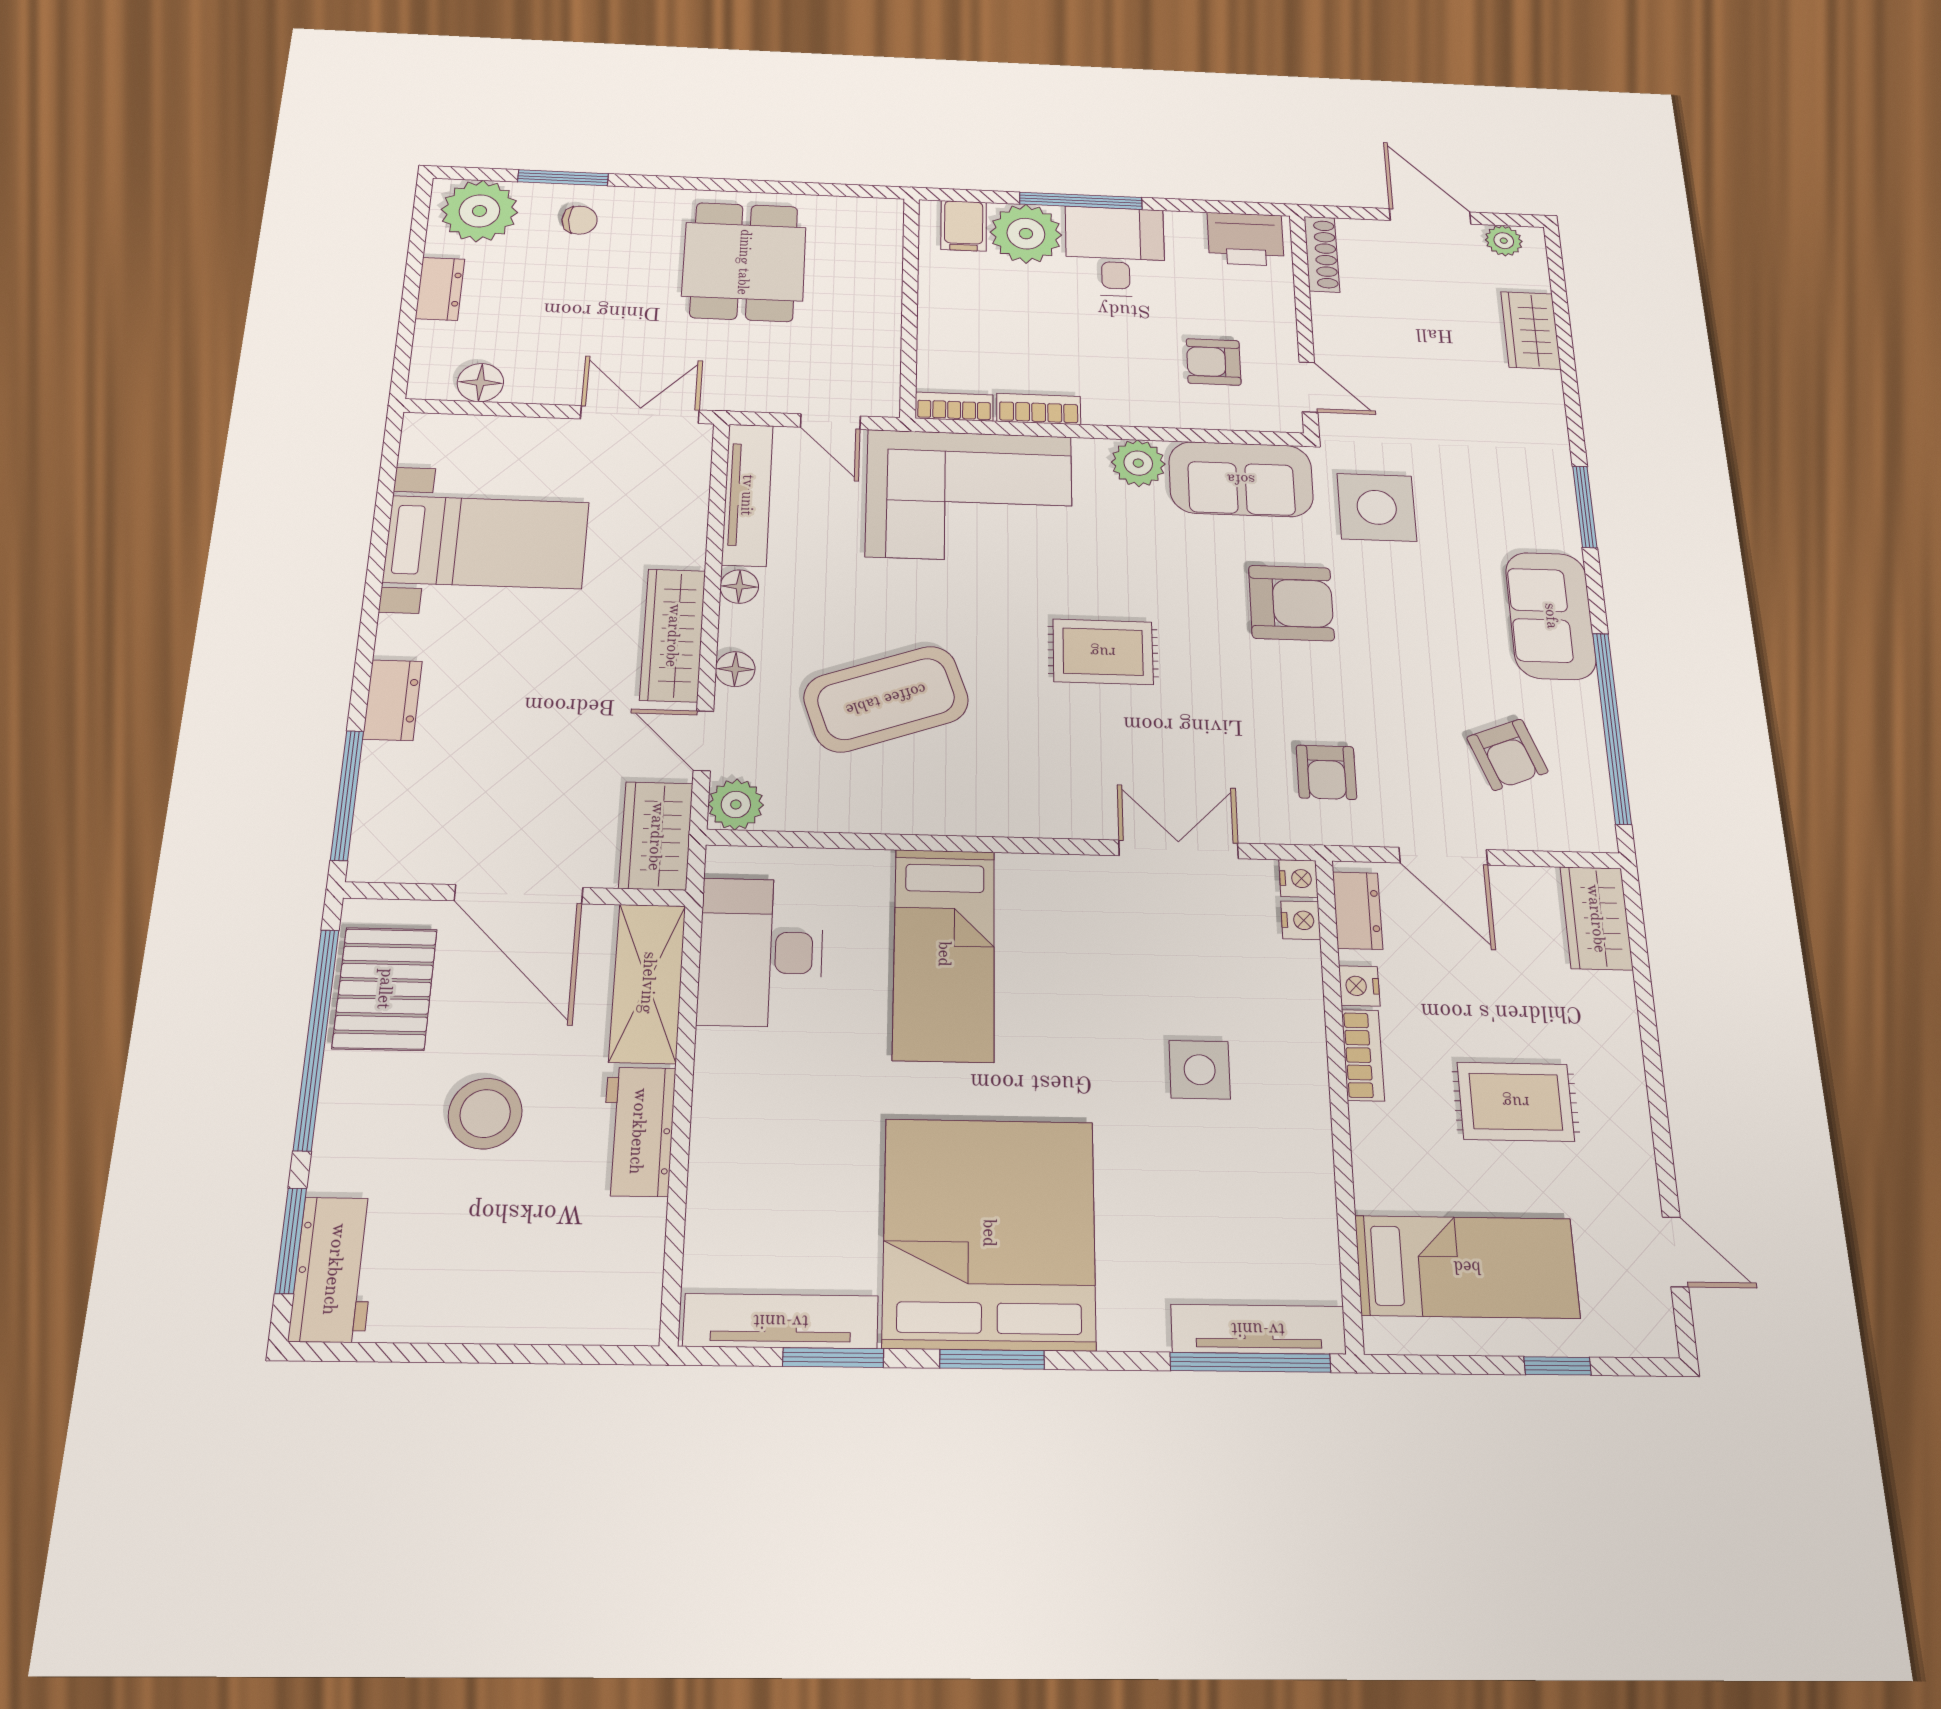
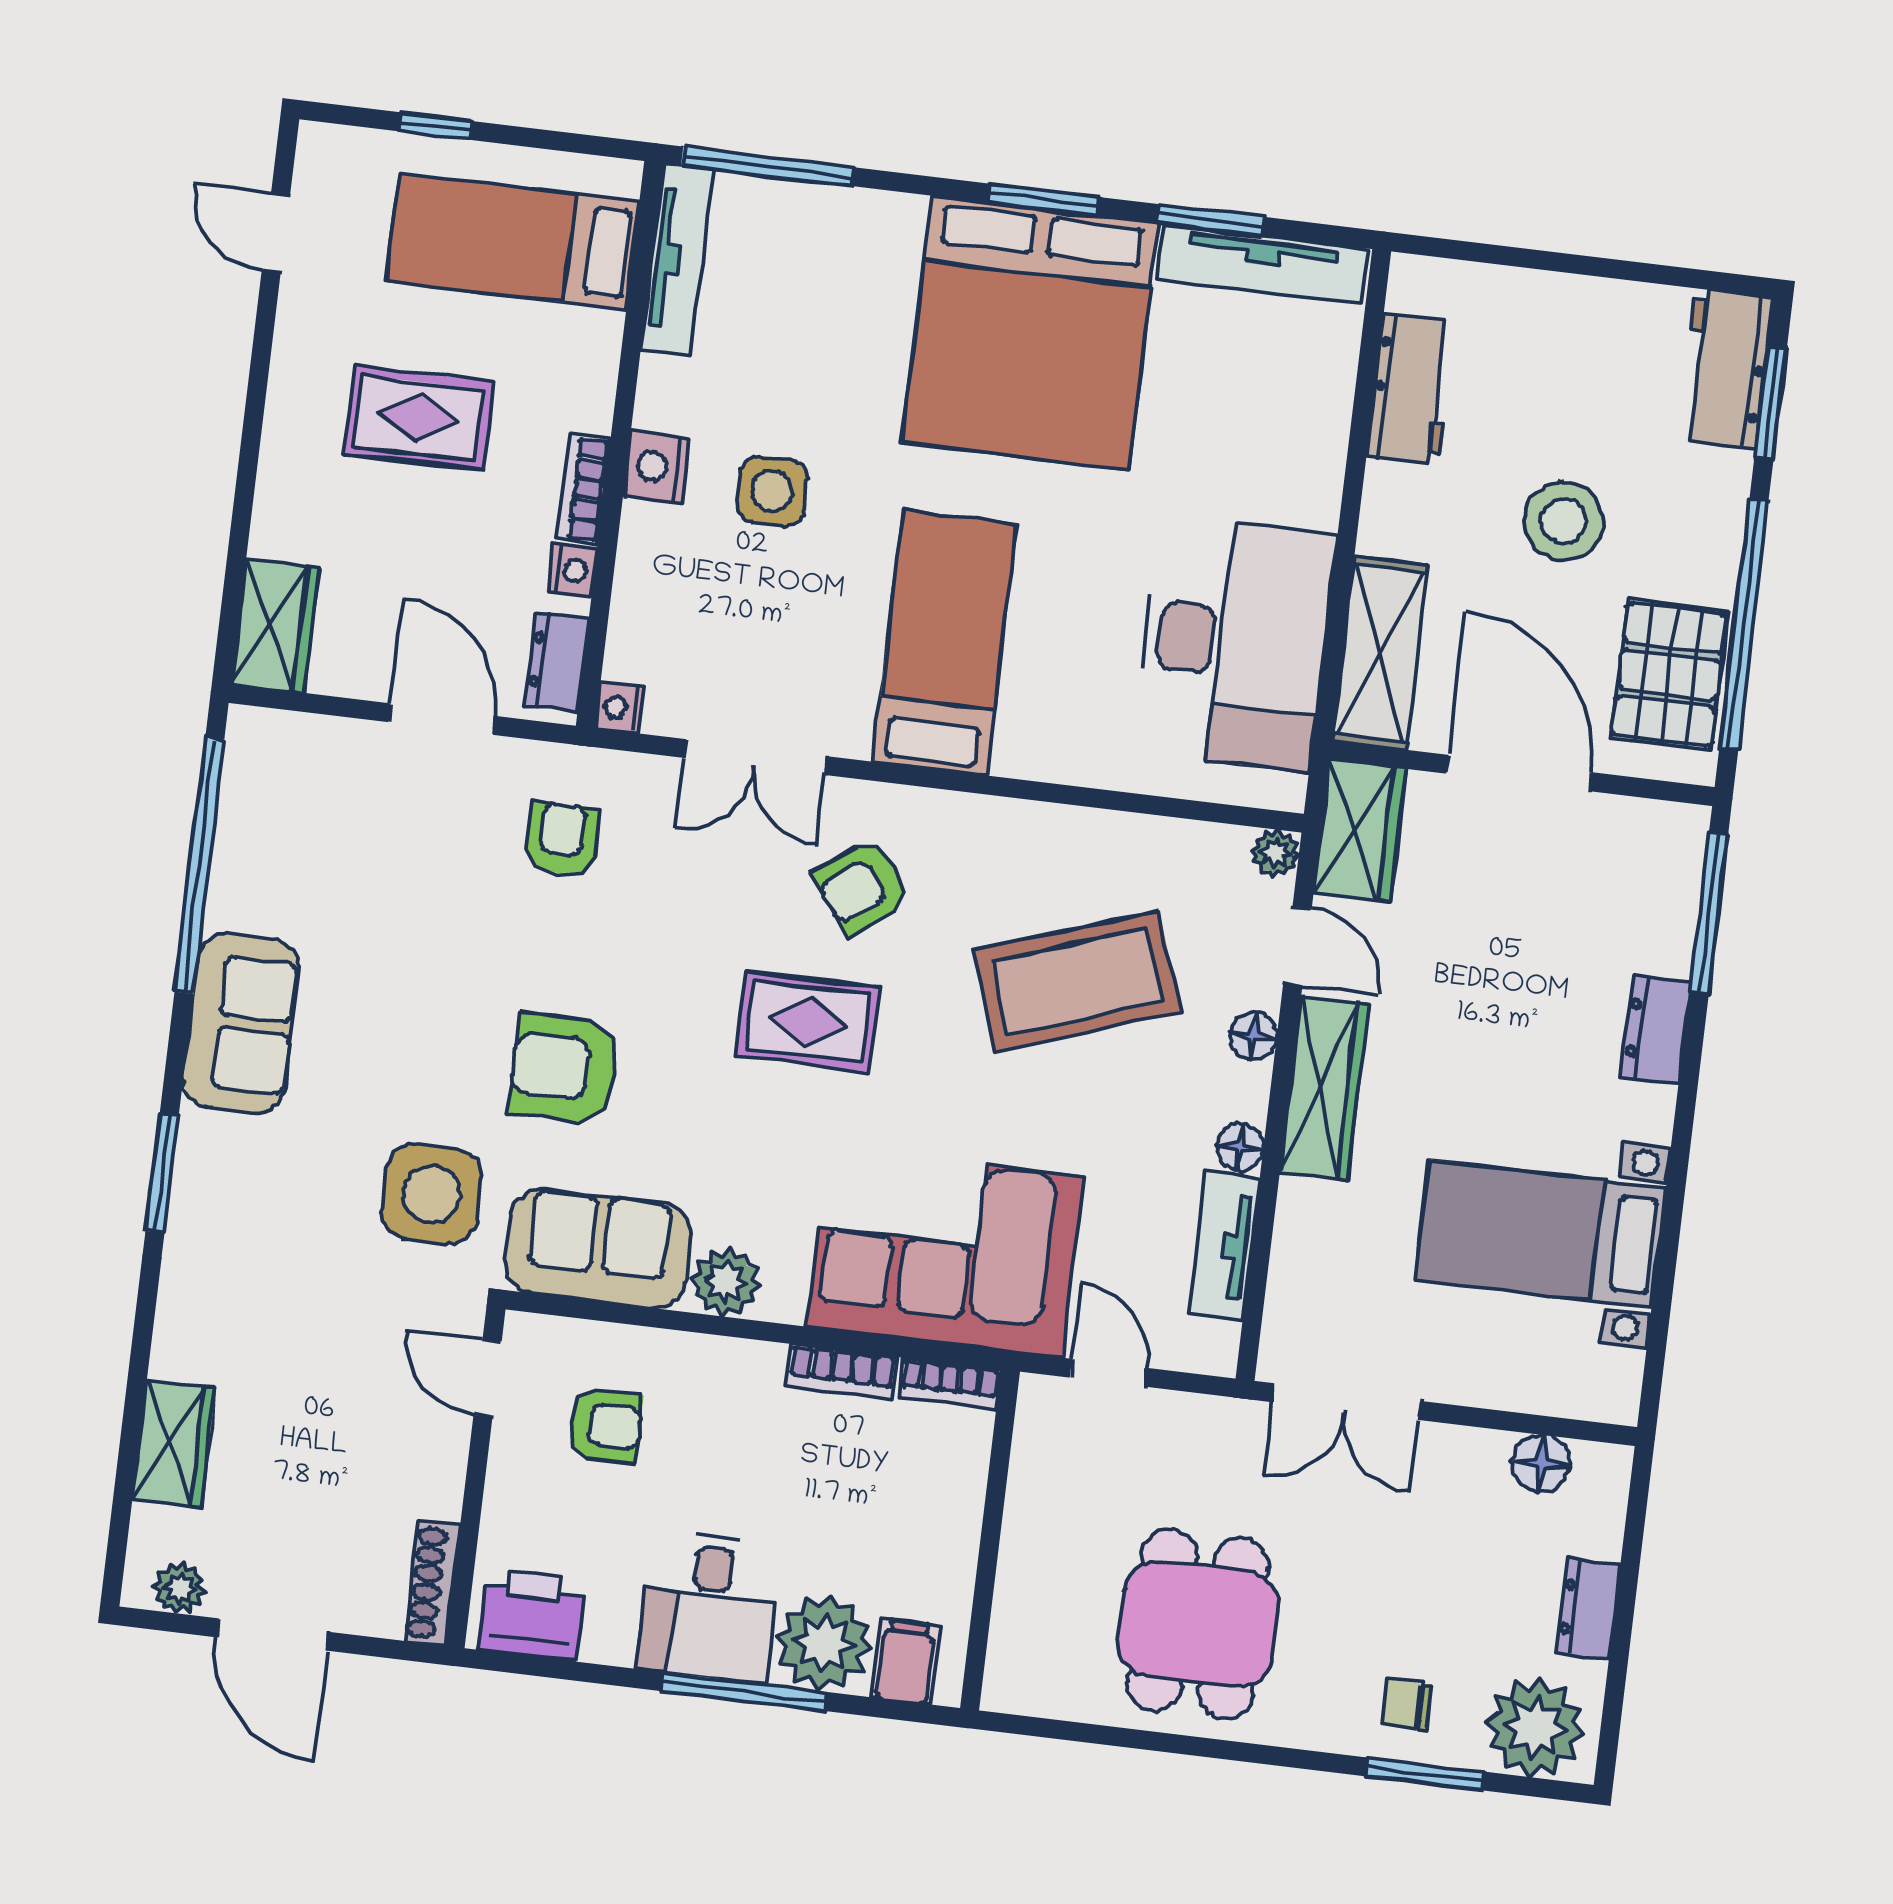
tv unit: (747, 495) -> (1224, 1246), width x0.71
armchair: (1507, 755) -> (862, 886), moved, turned -107
plant: (736, 804) -> (1275, 853), width x0.73, depth x0.73
nightstand: (1301, 920) -> (657, 467), moved, width x1.39, depth x1.35
desk: (761, 952) -> (1234, 643), width x1.36, depth x1.30
bed: (944, 954) -> (944, 643), moved
workbench: (638, 1131) -> (1412, 389), moved
tv unit: (1258, 1329) -> (677, 260), moved, turned -90

